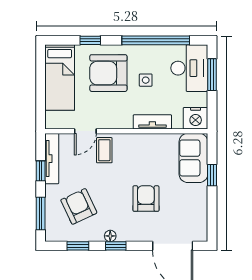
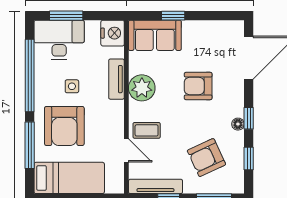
window: (90, 40) -> (30, 145), width x2.17
plant: (144, 146) -> (142, 88), added

